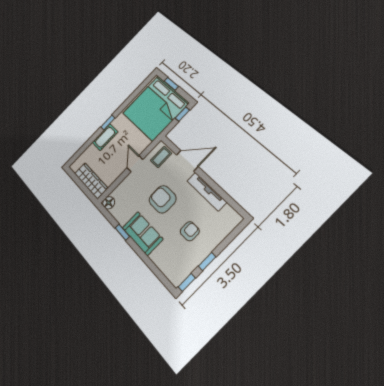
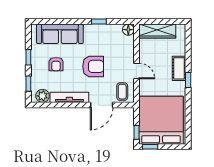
window: (171, 84) -> (150, 147), moved
plant: (228, 215) -> (43, 96), added
sofa: (142, 233) -> (60, 34), moved, width x1.36
window: (187, 282) -> (28, 84), moved

